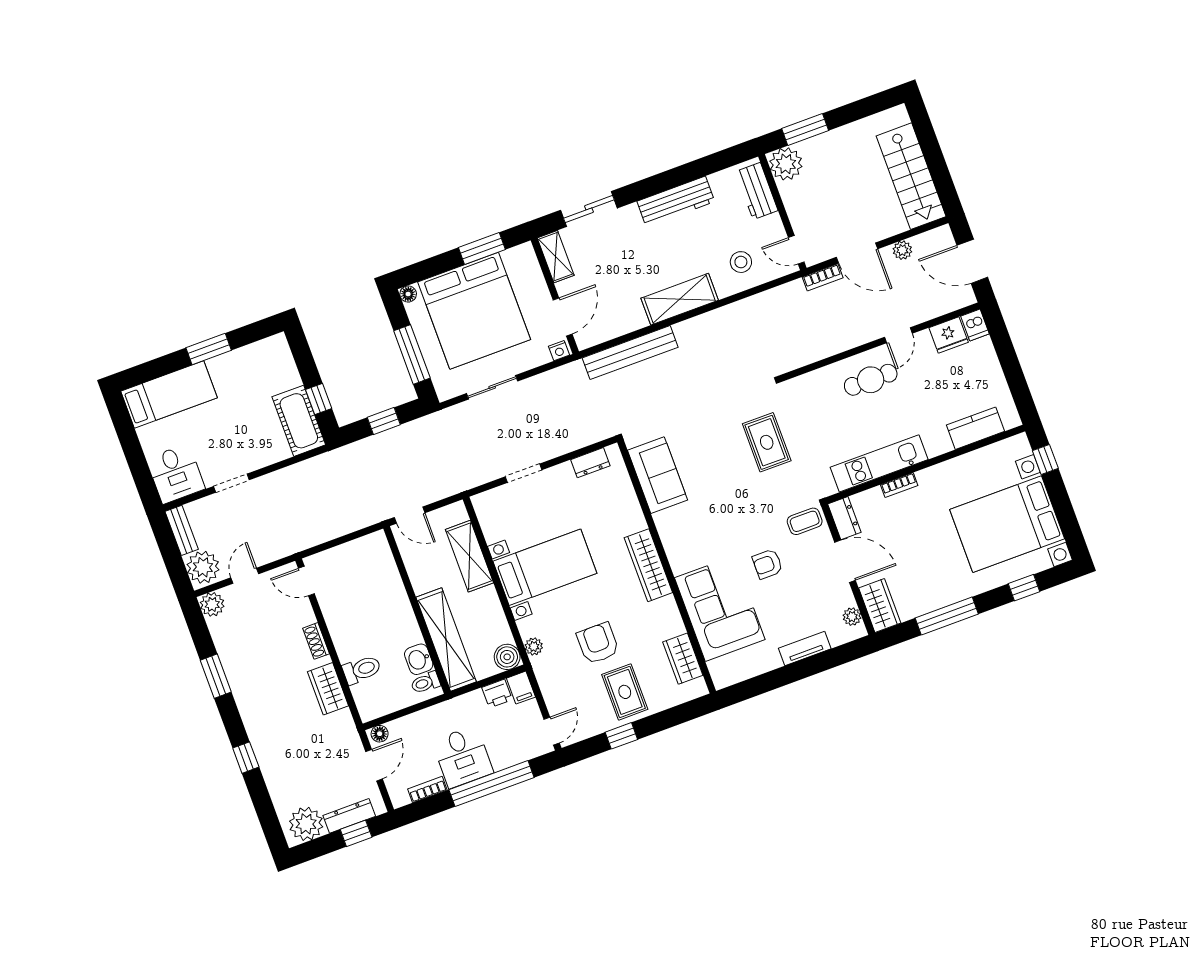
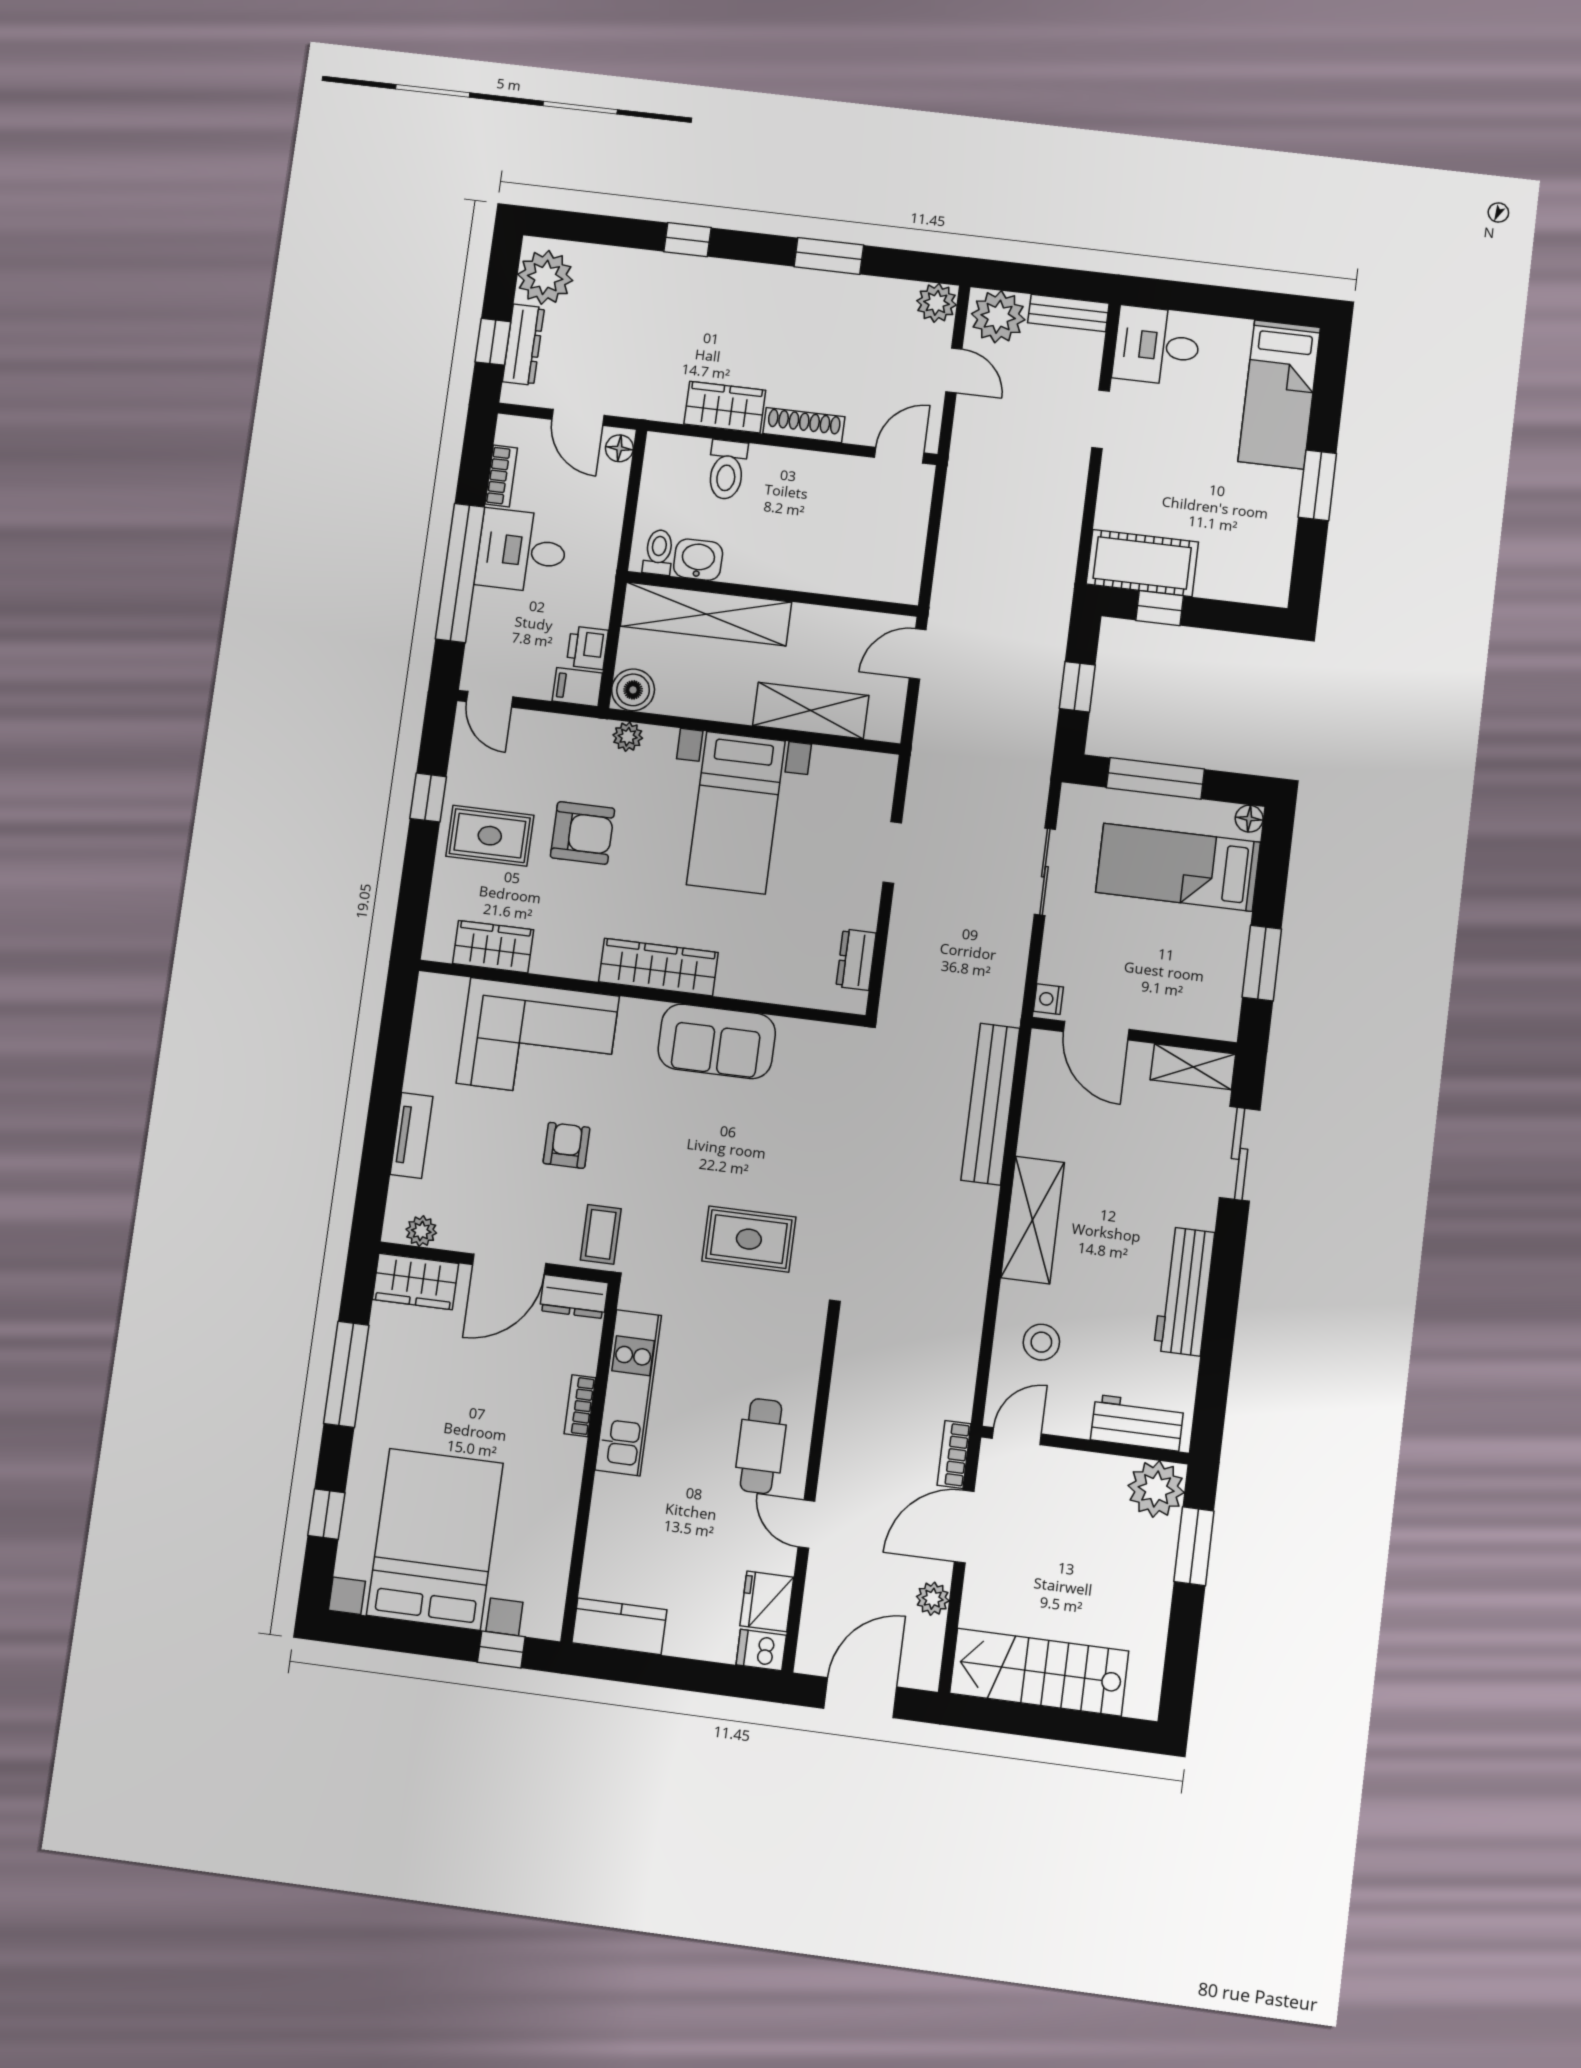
bed: (474, 311) -> (1178, 867), width x0.49
kitchen counter: (975, 428) -> (619, 1626), moved, turned -90
sofa: (658, 475) -> (717, 1041), moved
shoe rack: (316, 641) -> (804, 425), width x1.43

